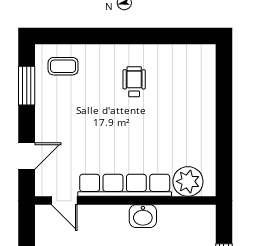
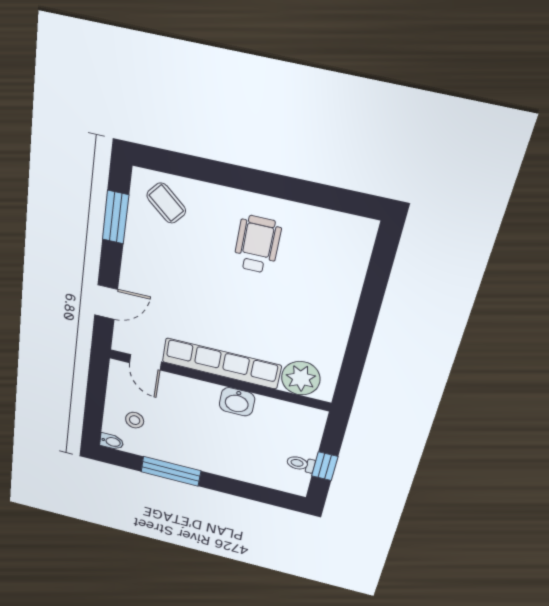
coffee table: (63, 66) -> (166, 203), turned 40
wheelchair: (134, 82) -> (257, 244), width x1.36, depth x1.37

